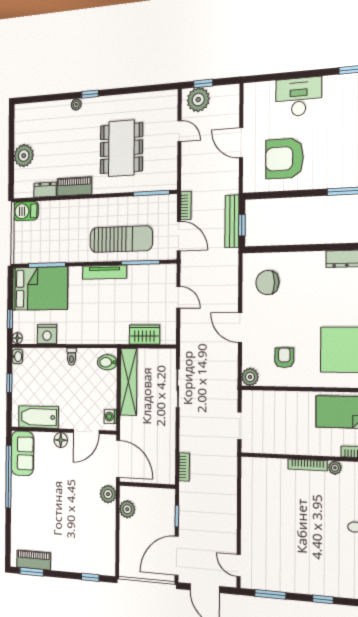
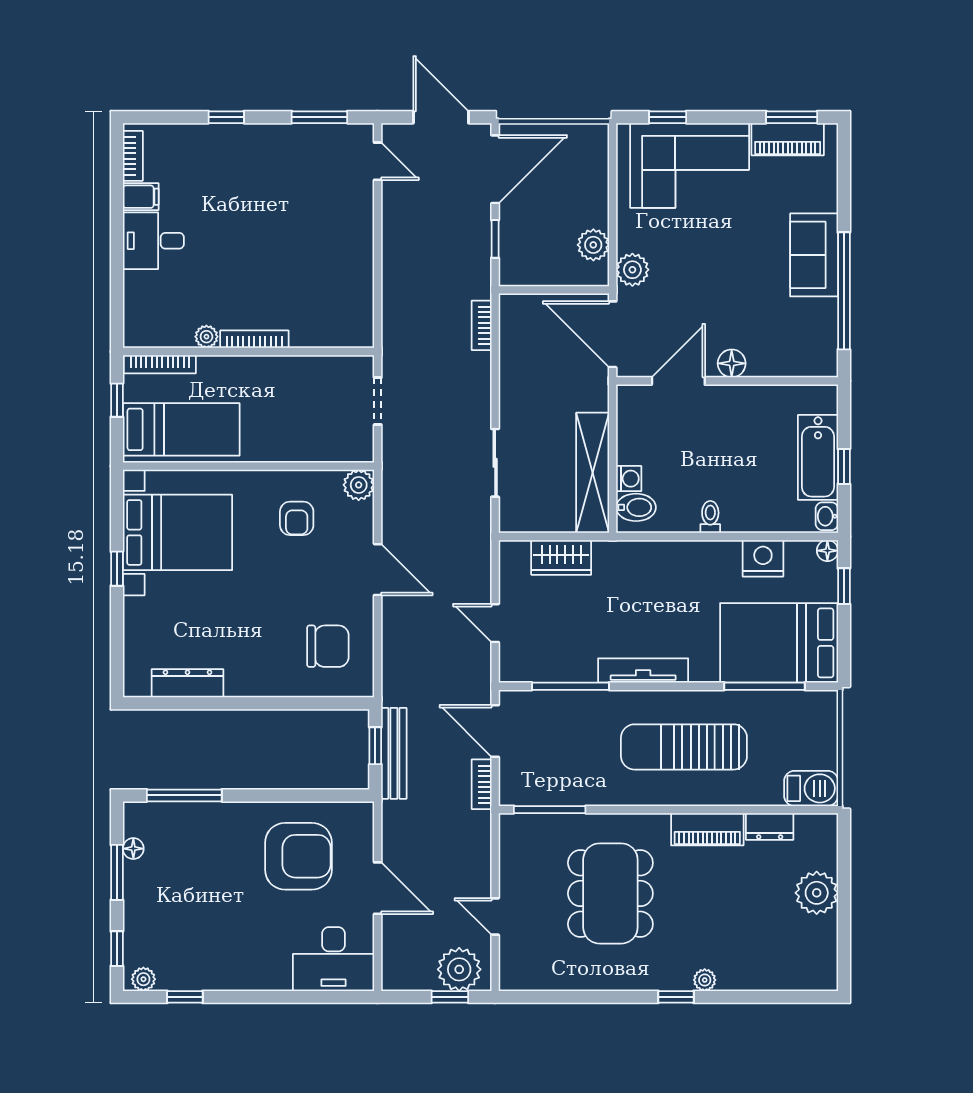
desk: (299, 97) -> (333, 959), moved
sun lounger: (121, 239) -> (684, 747), moved
bathtub: (38, 417) -> (818, 457), moved, turned 90
washing machine: (110, 417) -> (629, 479), moved
sofa: (22, 453) -> (814, 255), moved
corner sofa: (80, 550) -> (690, 166), added

